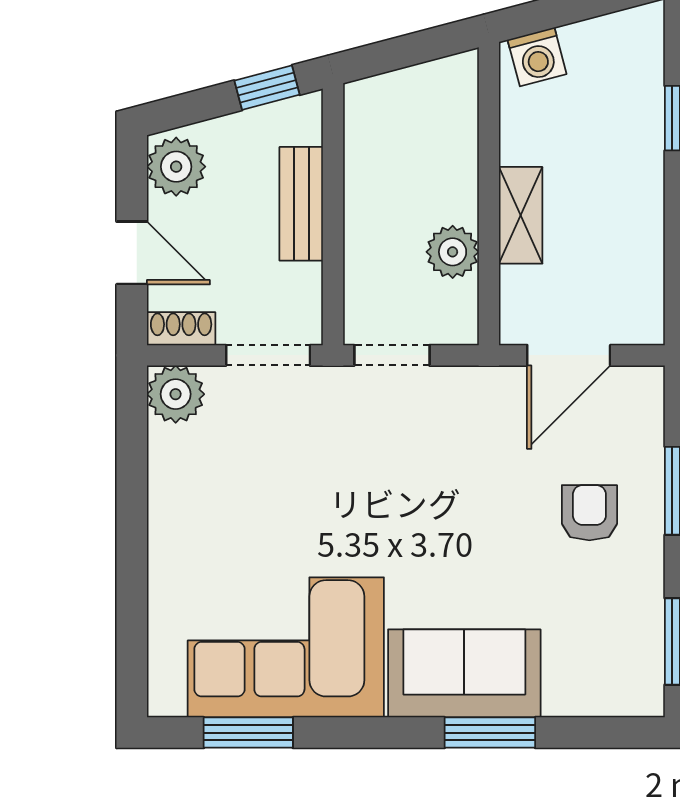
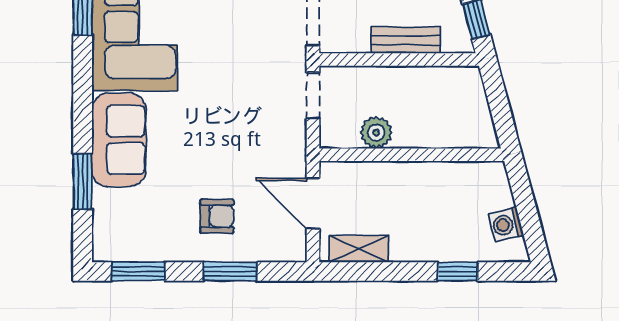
washing machine: (537, 57) -> (506, 225), moved
shelving: (521, 215) -> (359, 249), moved
window: (490, 733) -> (83, 181), moved

